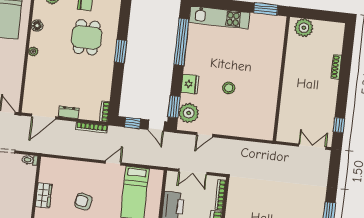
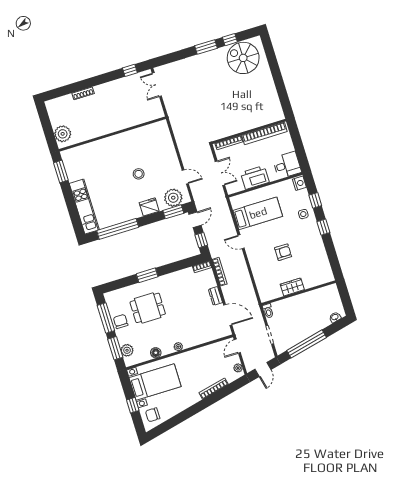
armchair: (83, 202) -> (283, 252), turned -103

